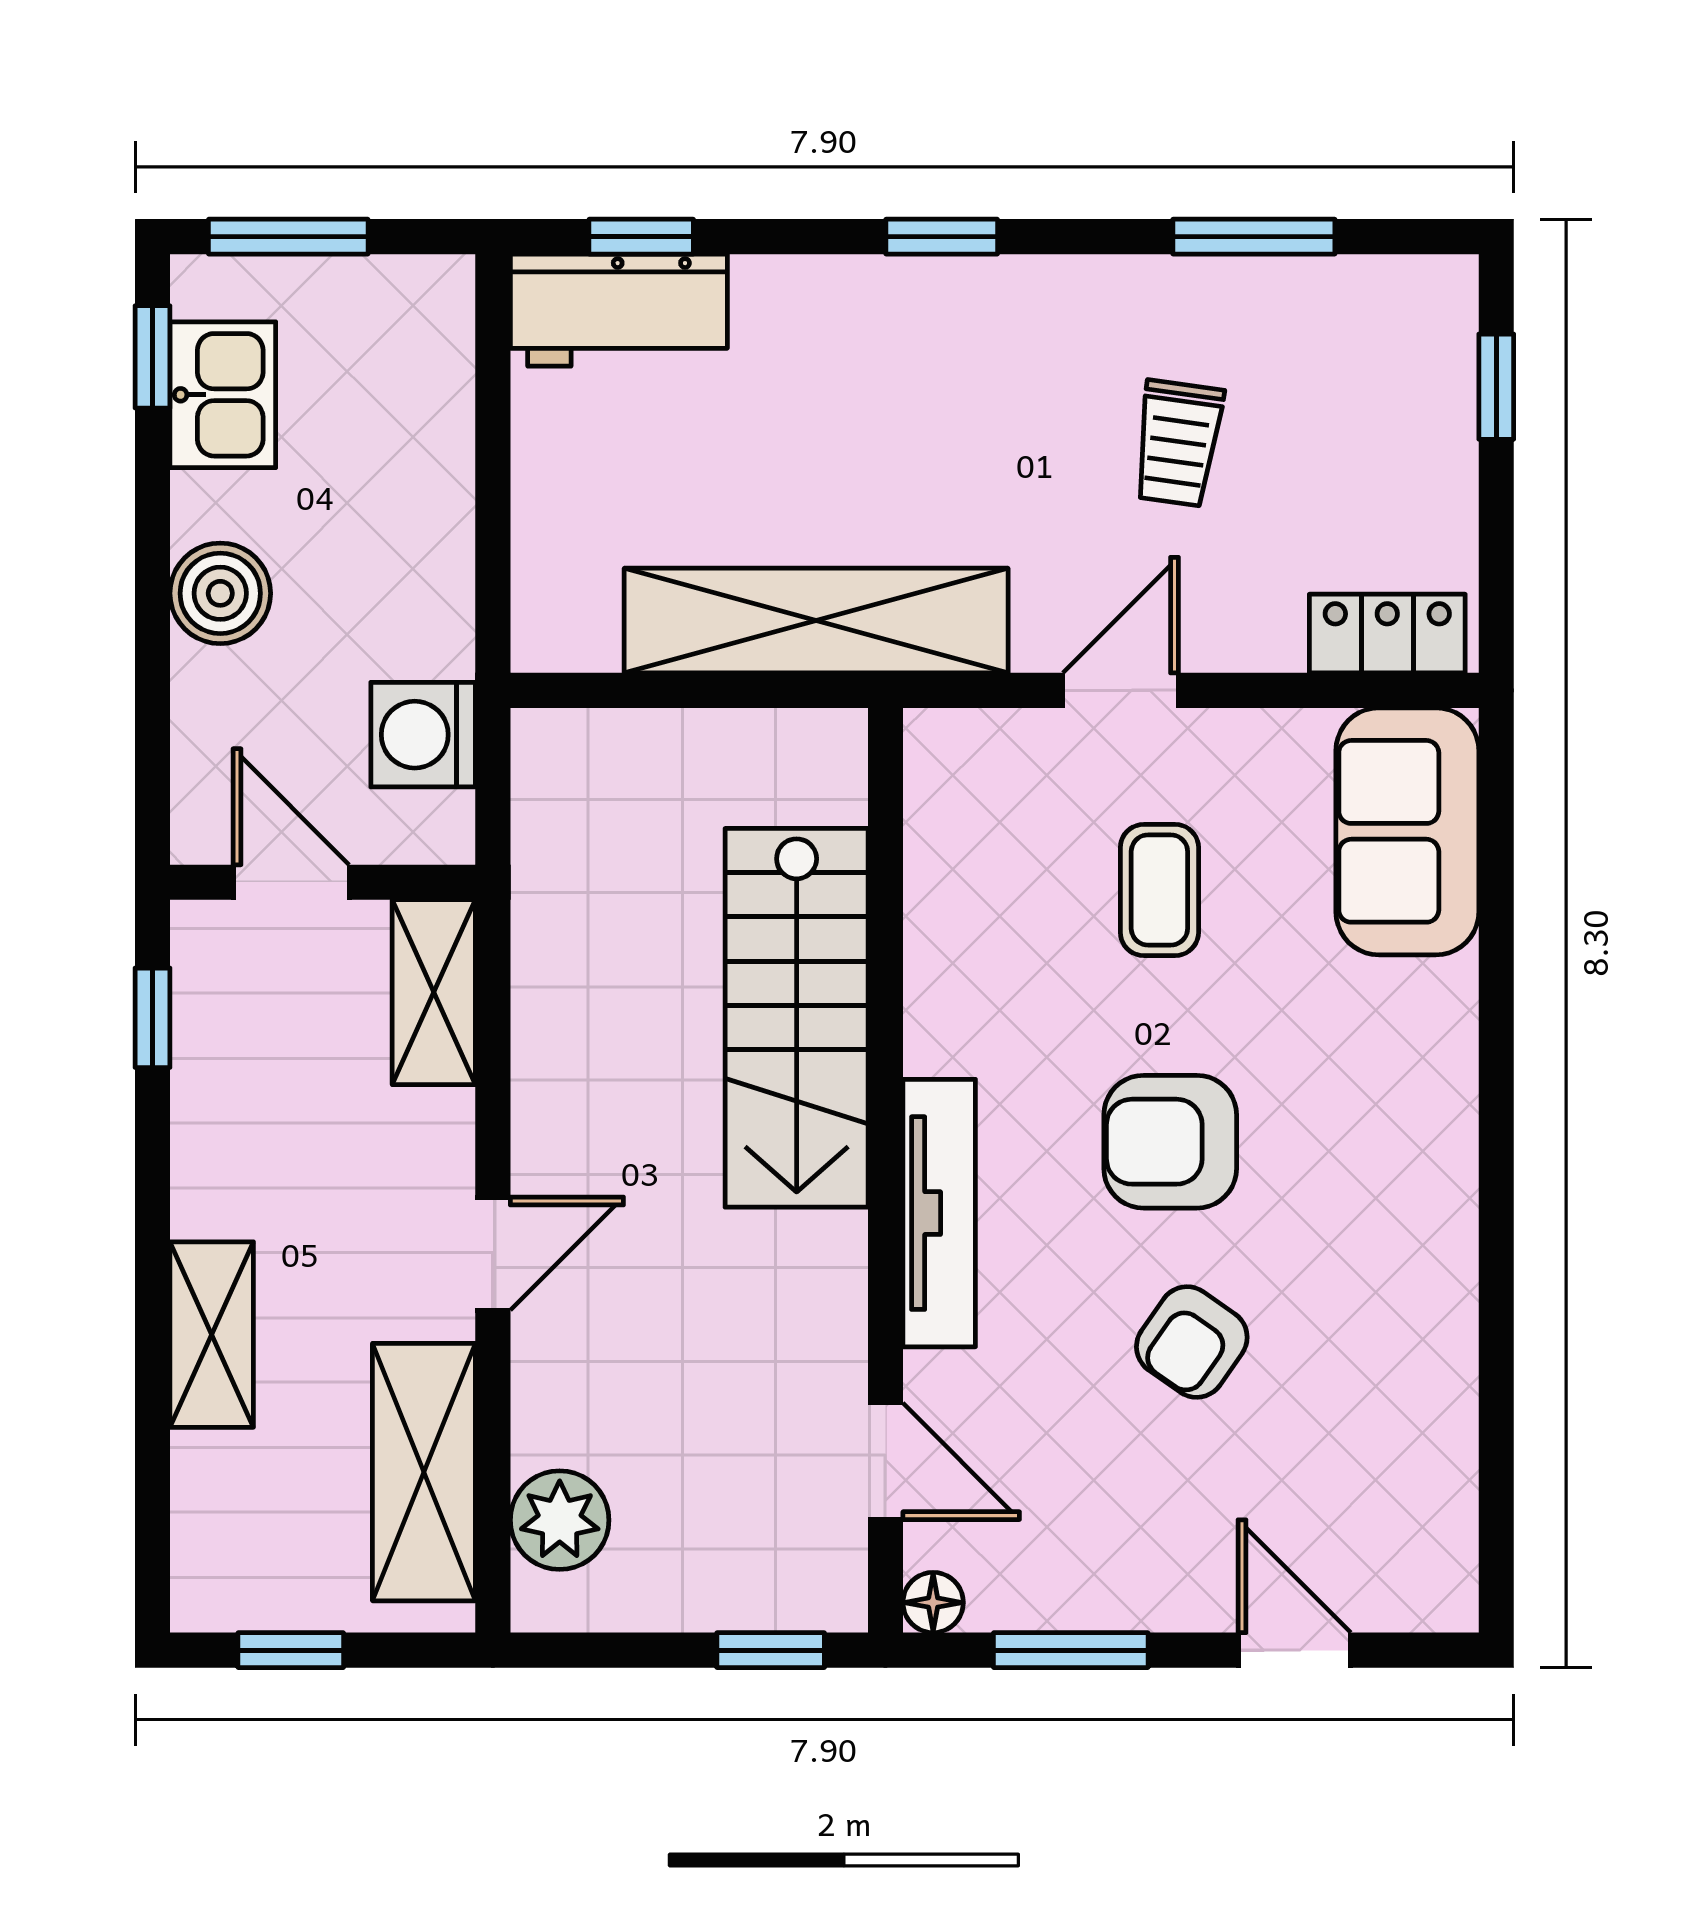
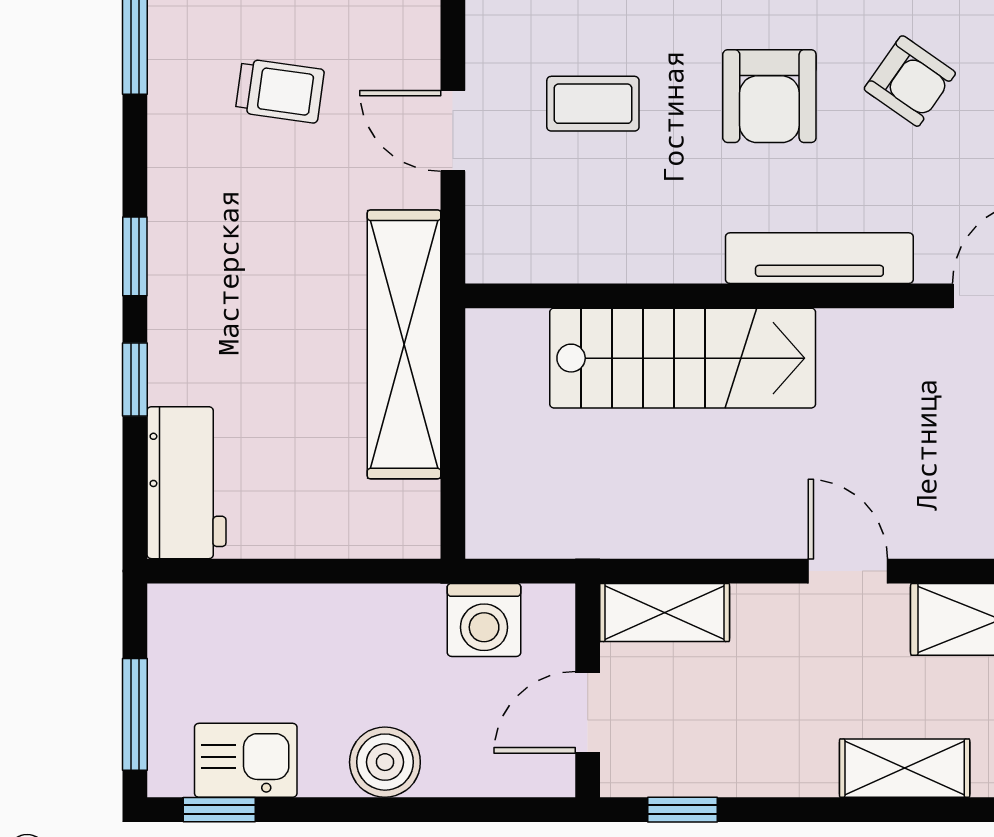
window: (641, 237) -> (135, 379), moved

